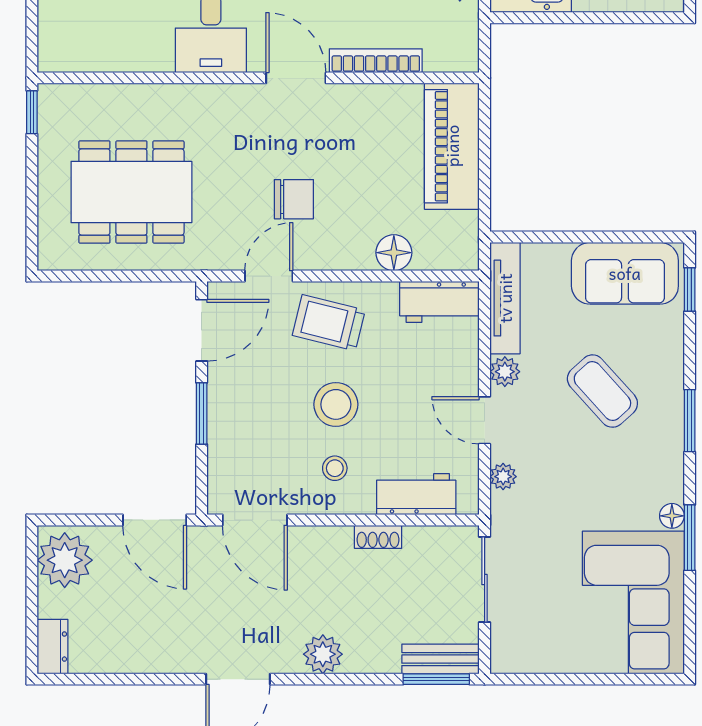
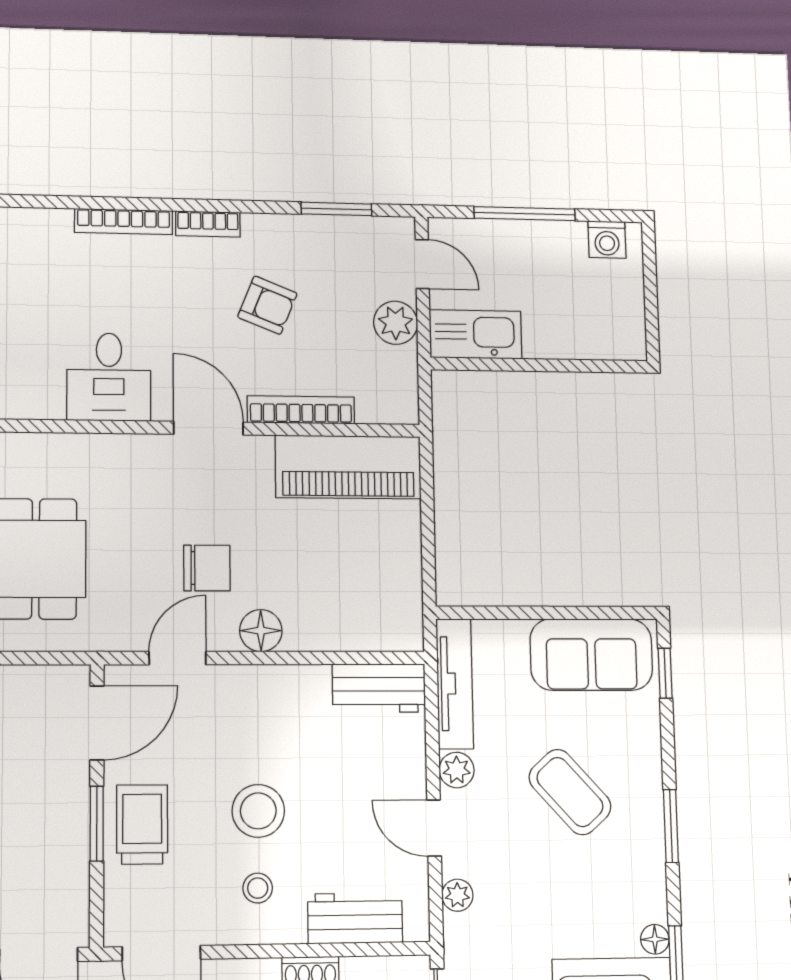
piano: (452, 146) -> (348, 467), moved, turned -90
floor lamp: (394, 253) -> (261, 631), moved
trolley: (329, 323) -> (142, 824), moved, turned 76

